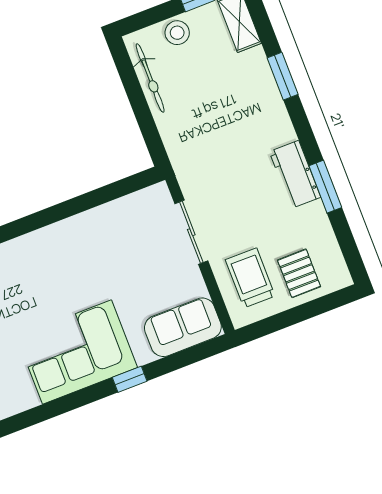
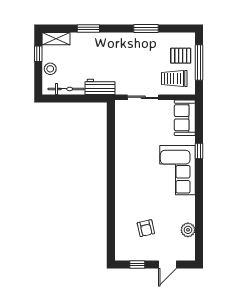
workbench: (295, 174) -> (100, 87), moved, turned 180
window: (299, 314) -> (199, 63), added

